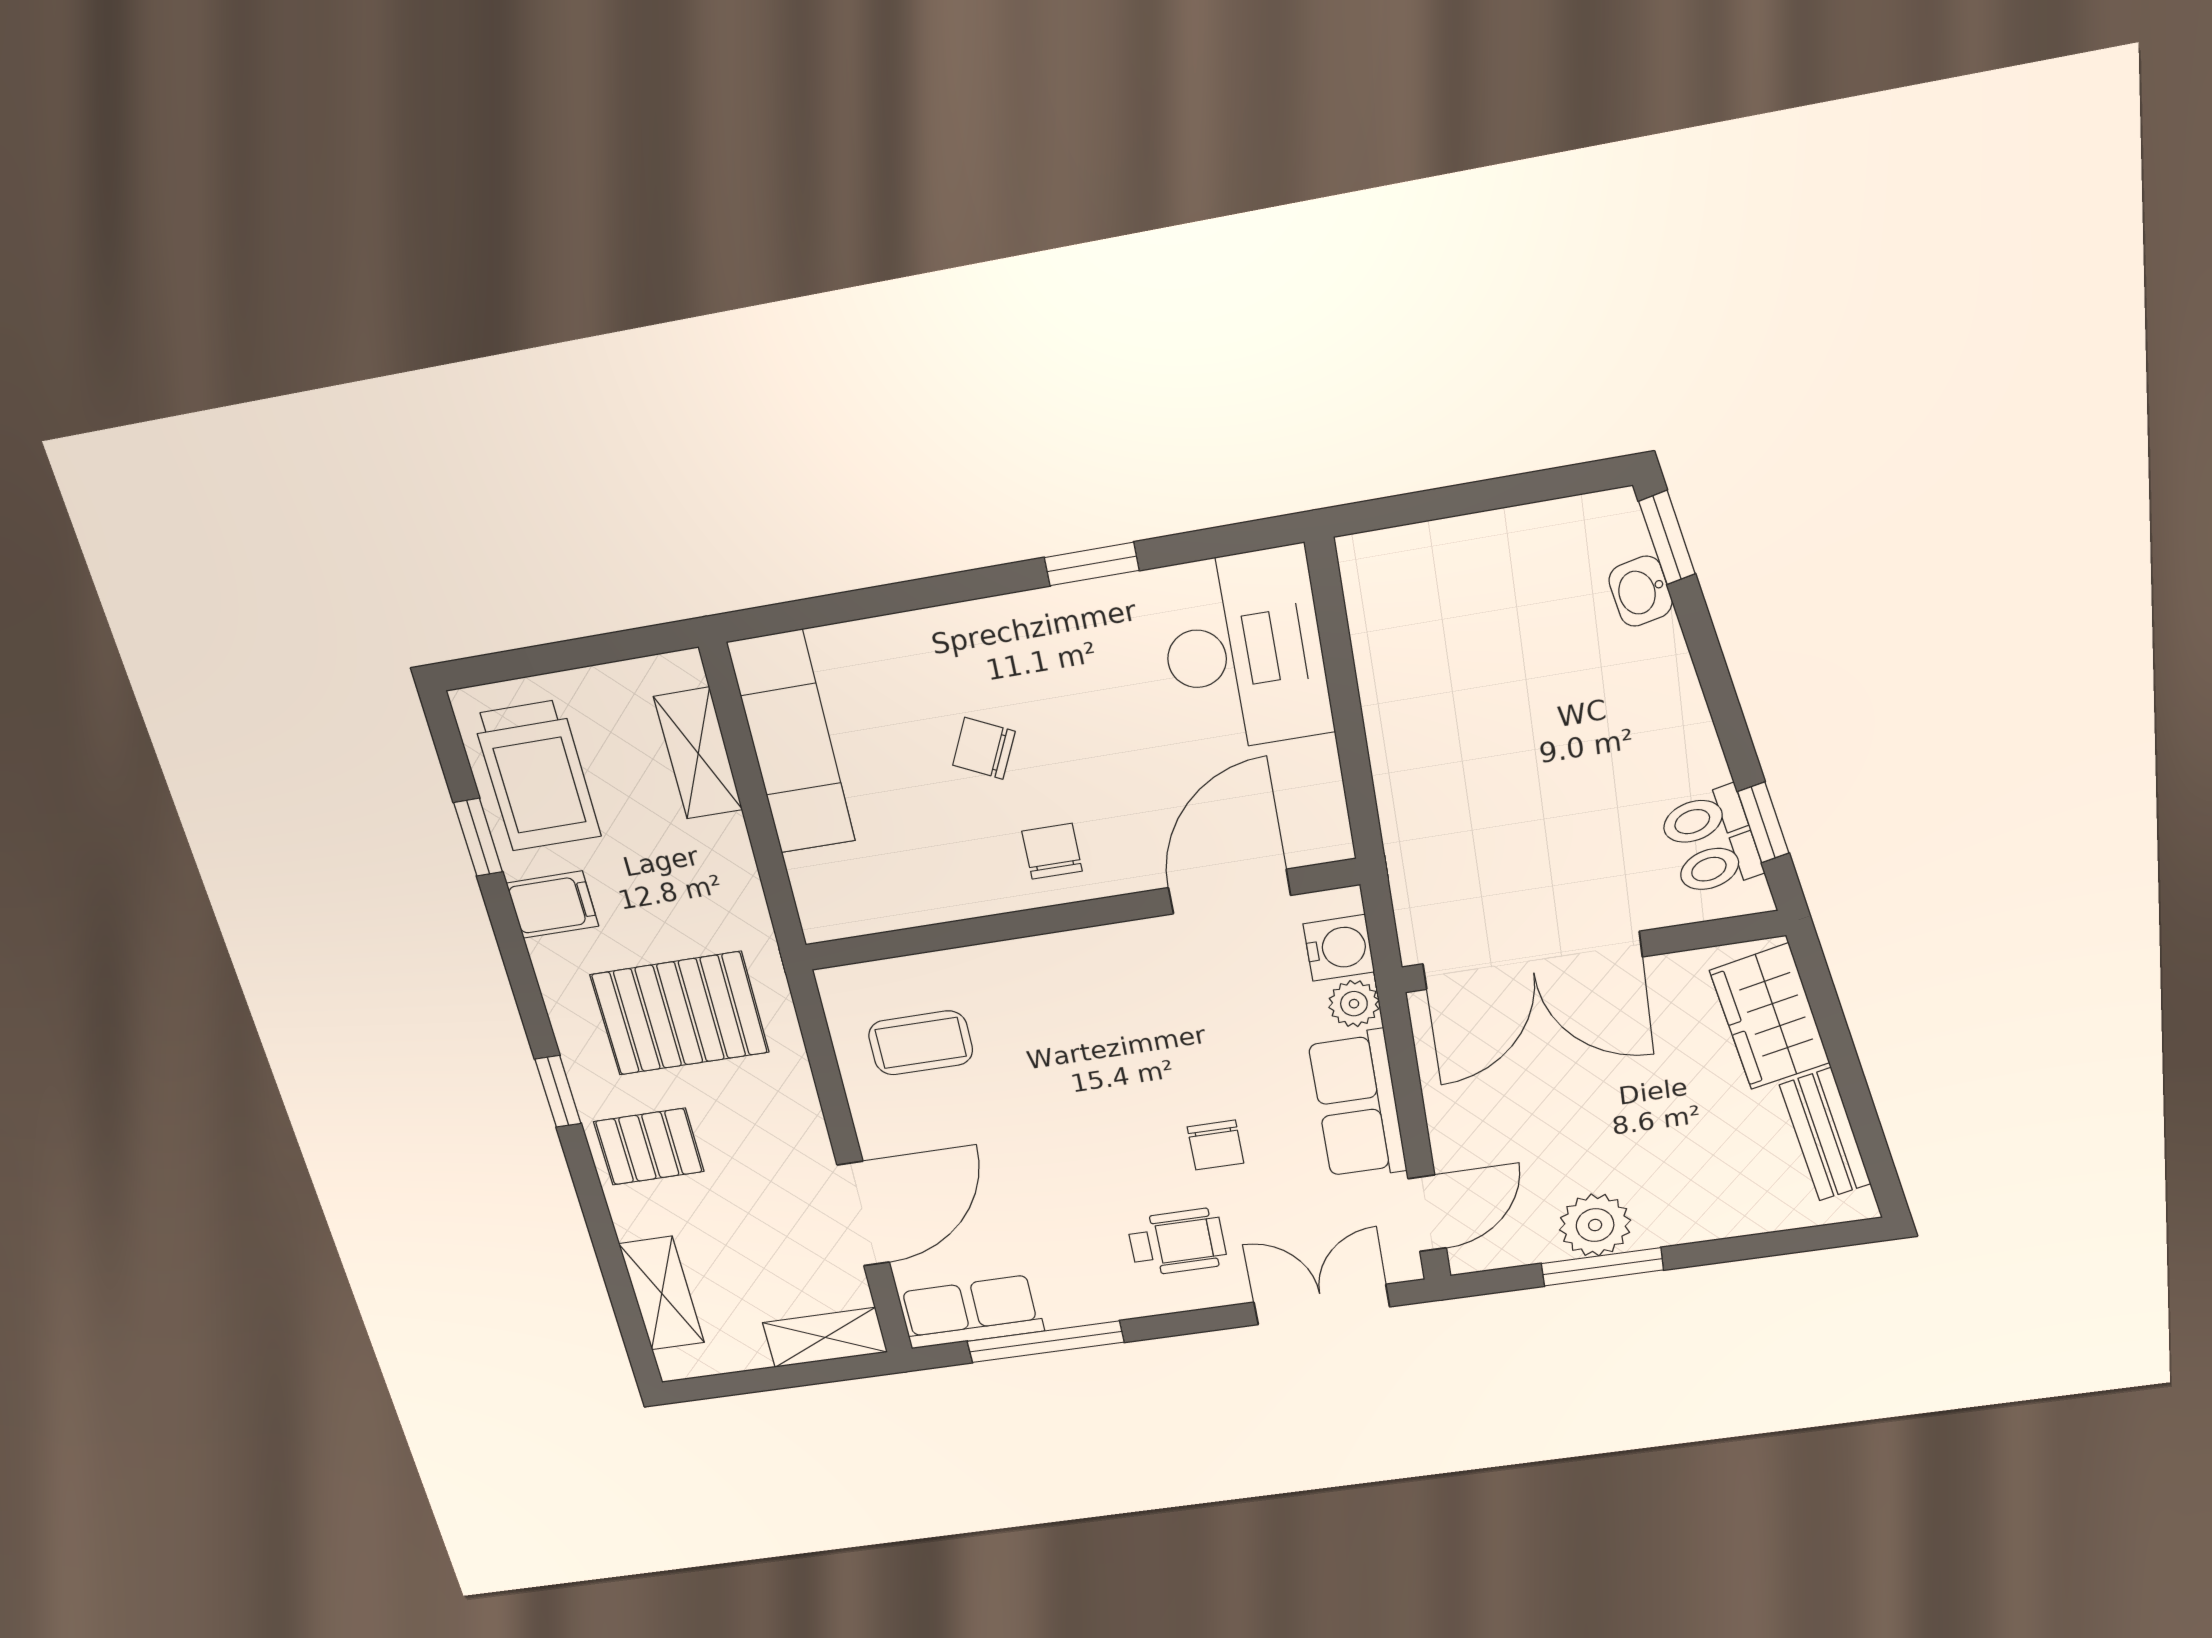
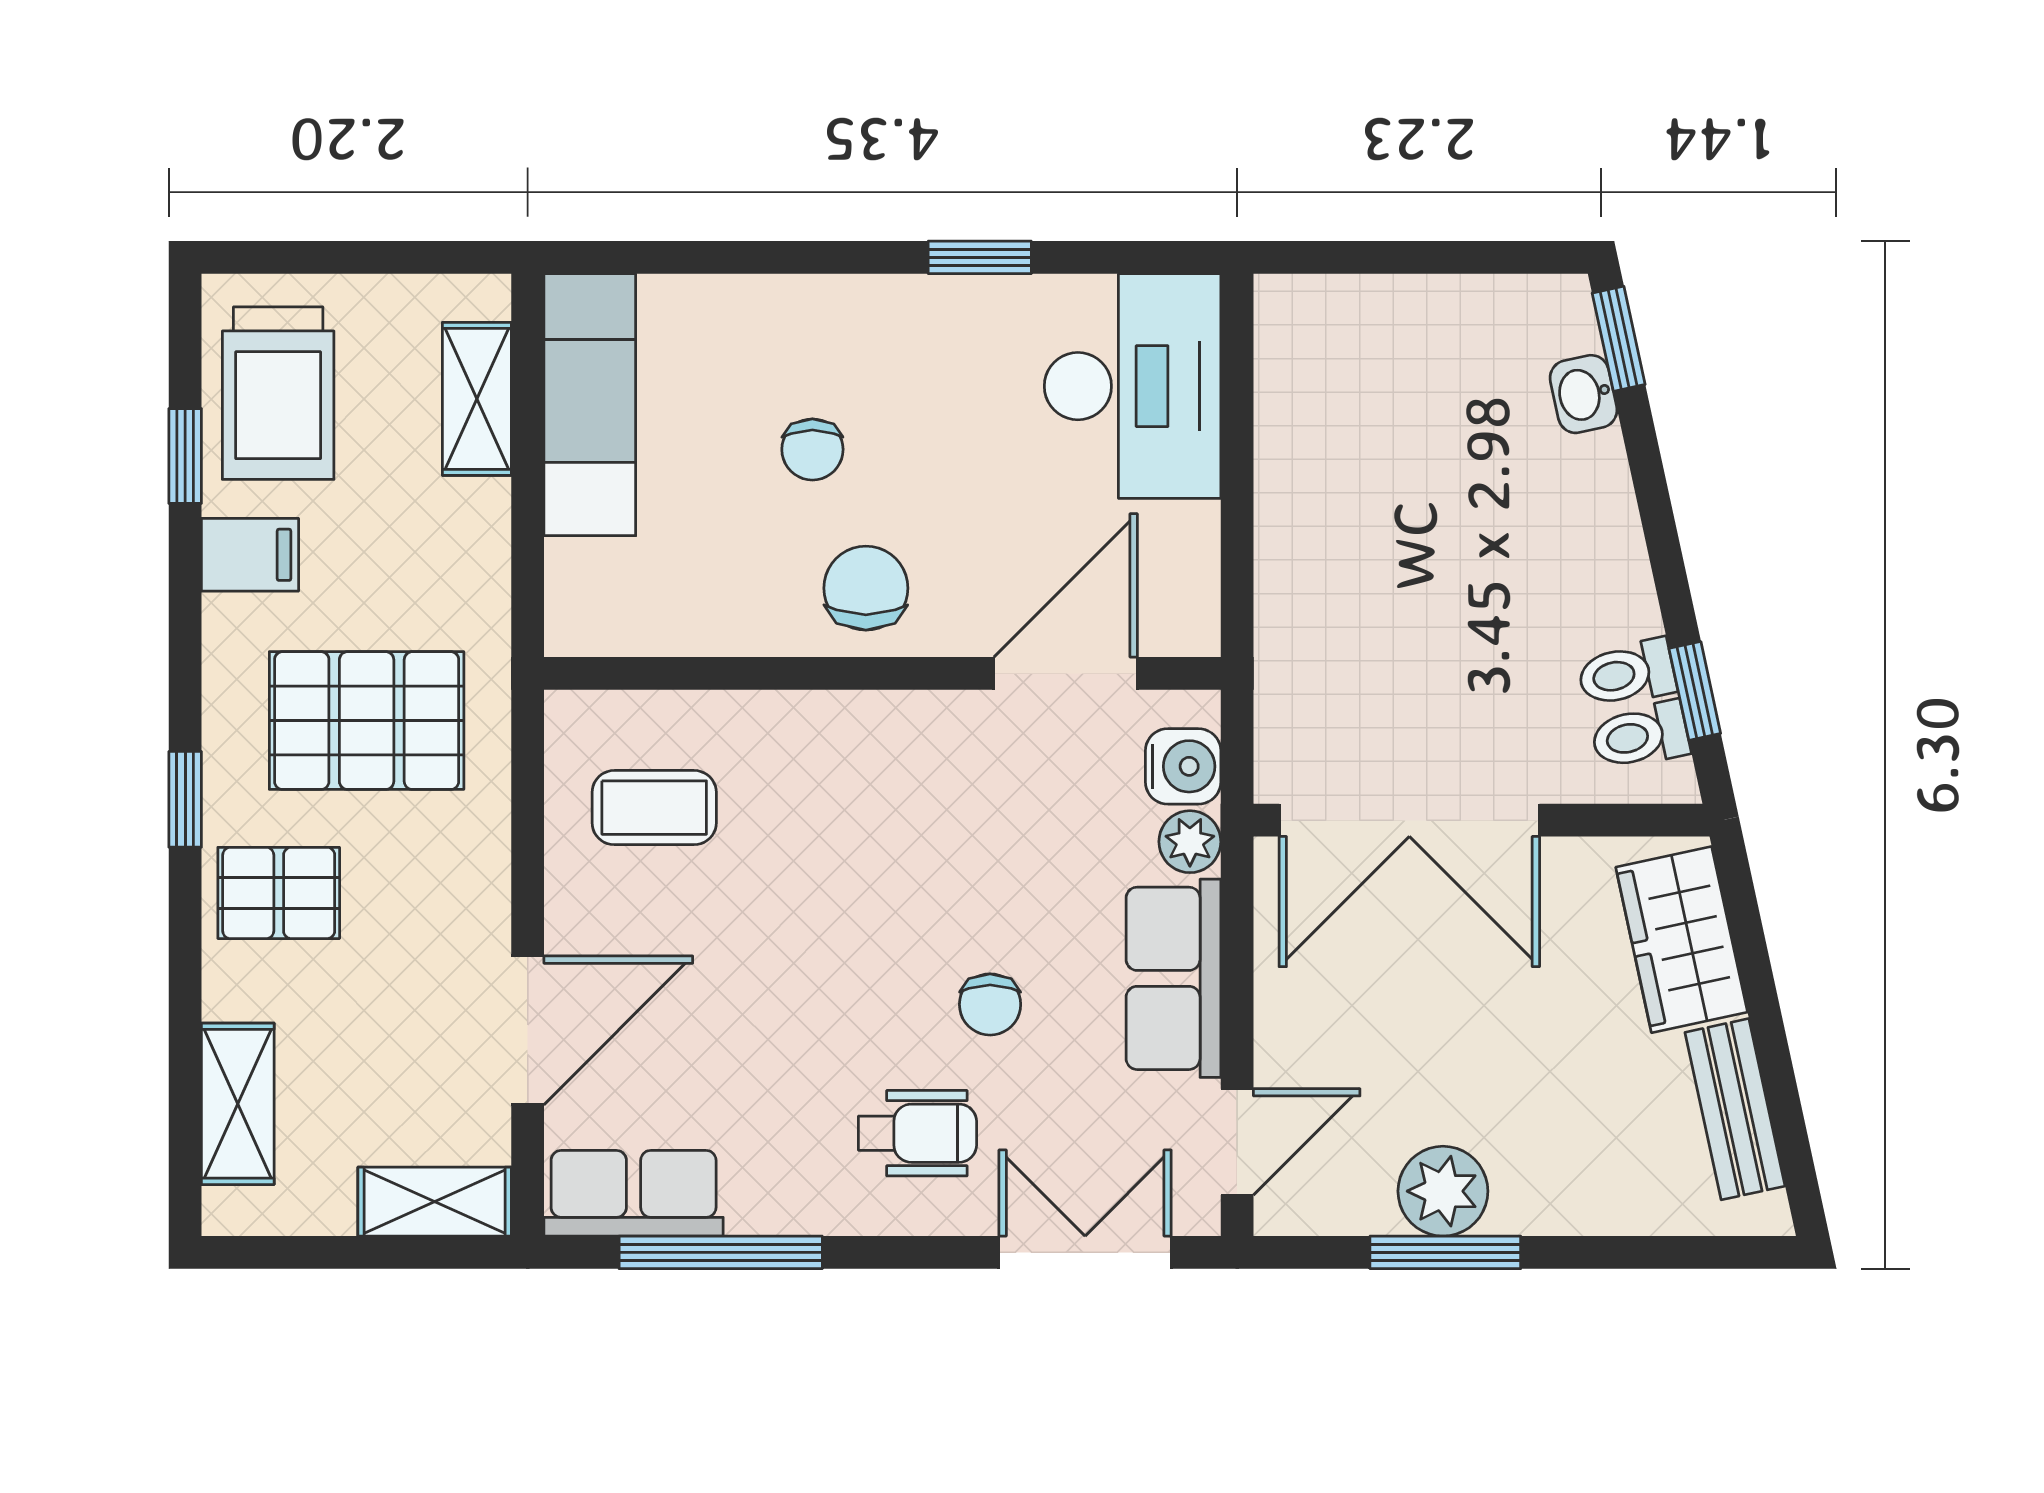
chair: (984, 748) -> (812, 449), turned -116
chair: (1052, 851) -> (866, 588), width x1.37, depth x1.37

